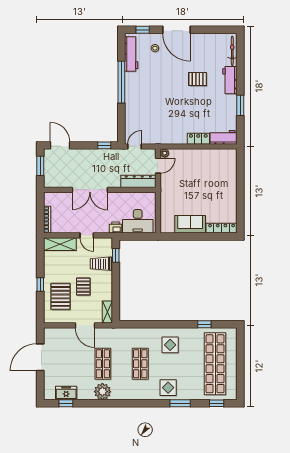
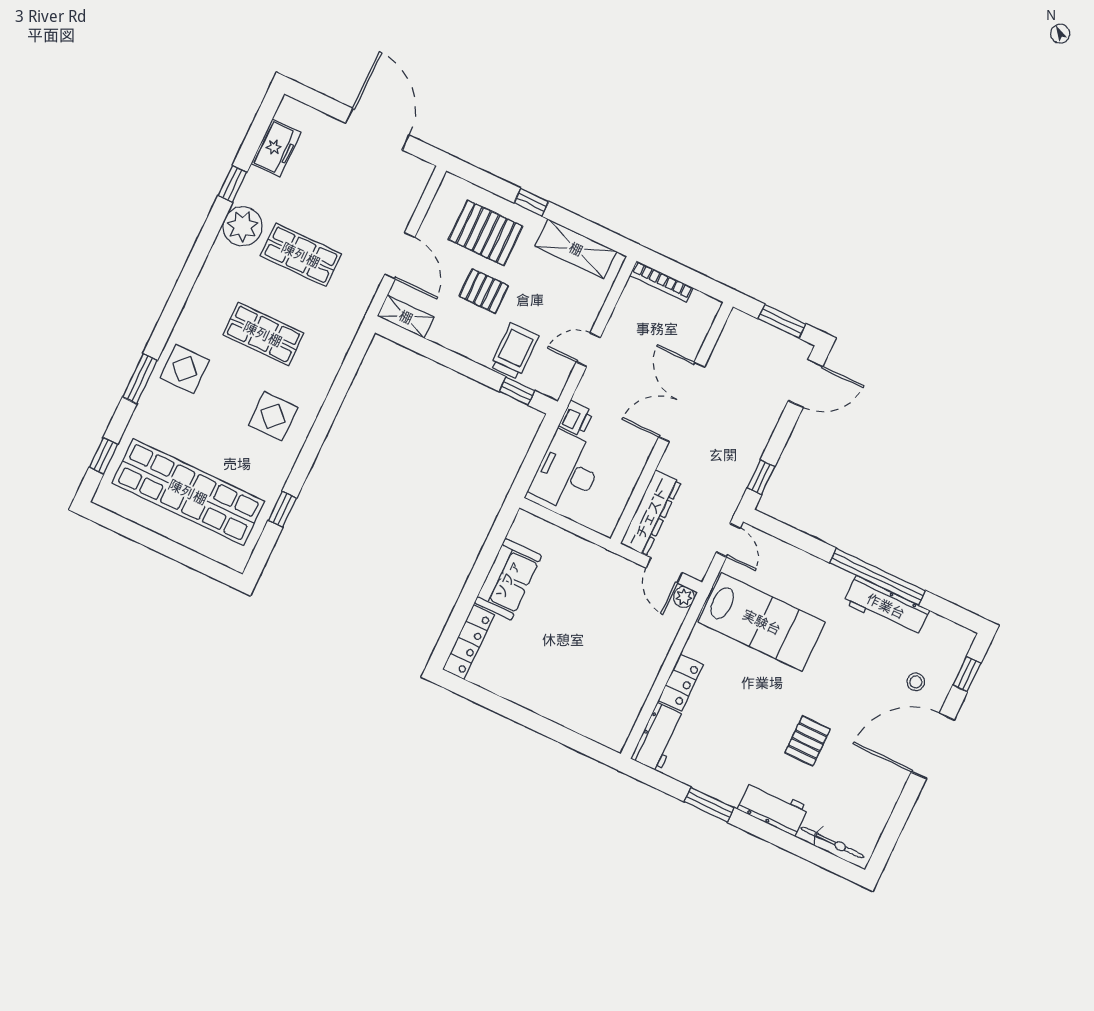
workbench: (131, 54) -> (886, 606), moved
lab bench: (160, 119) -> (762, 622), added
shelving: (60, 244) -> (576, 249), moved, turned 90
door: (85, 325) -> (400, 256), swing flipped
window: (66, 403) -> (232, 184), moved

